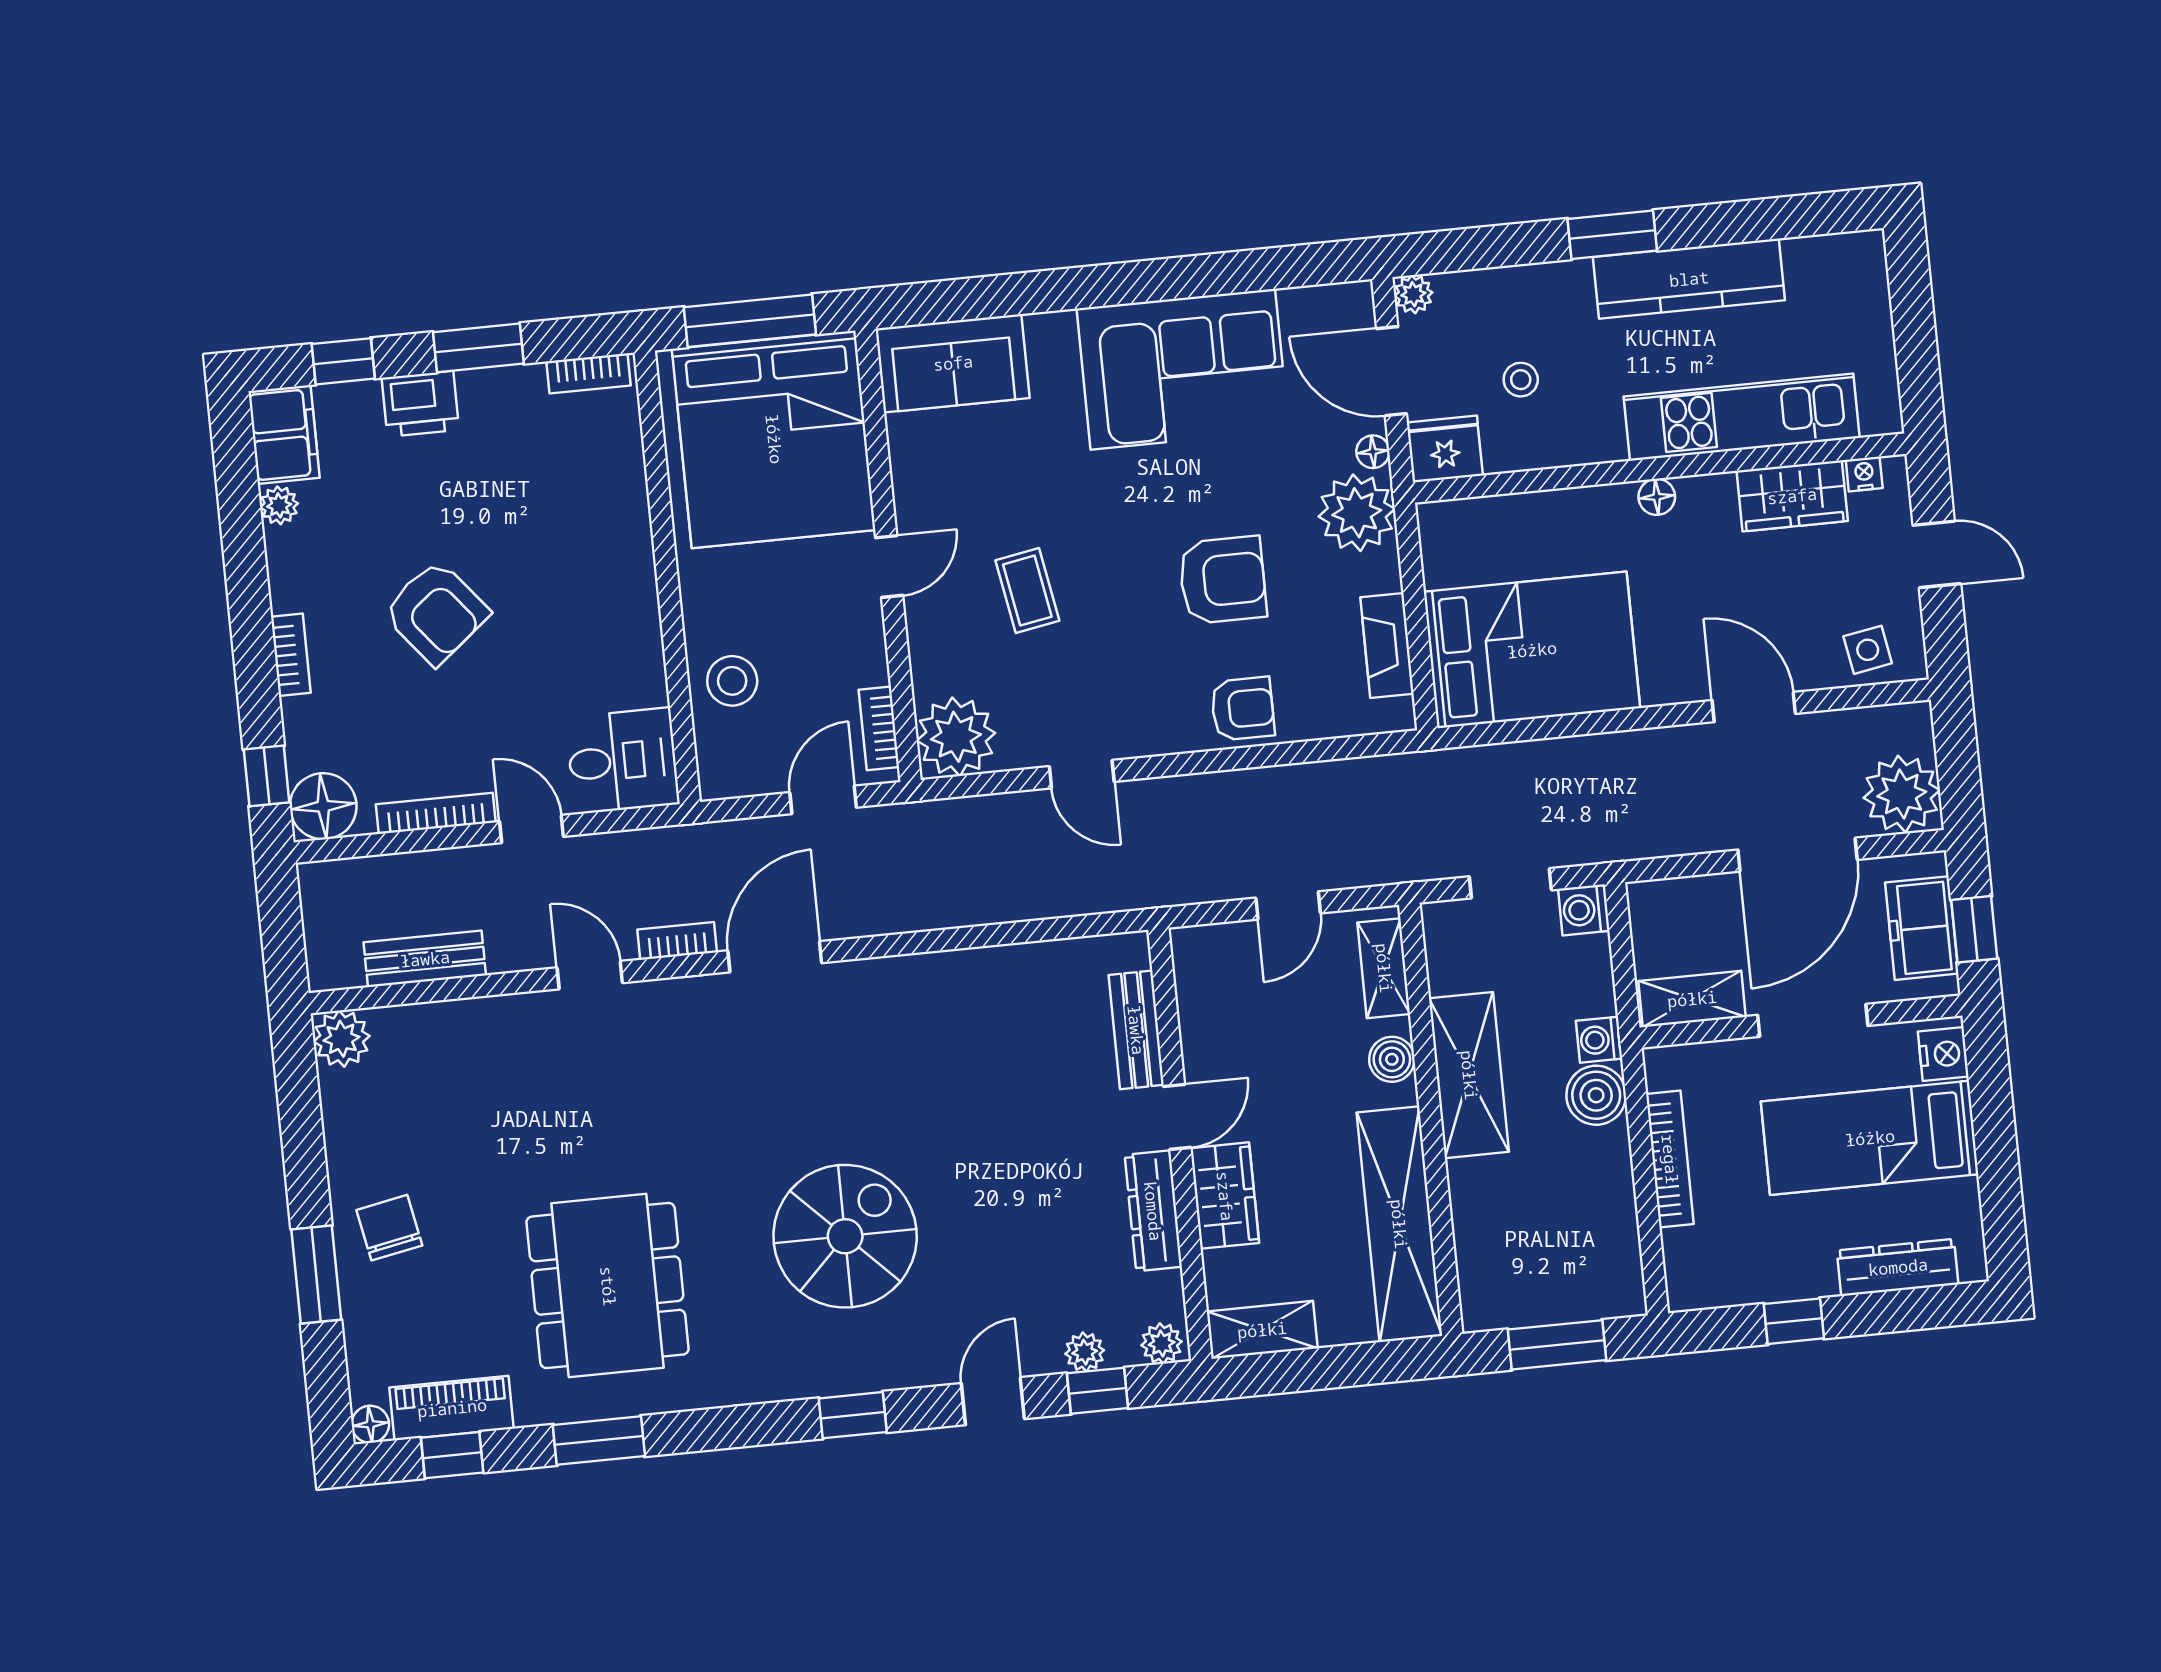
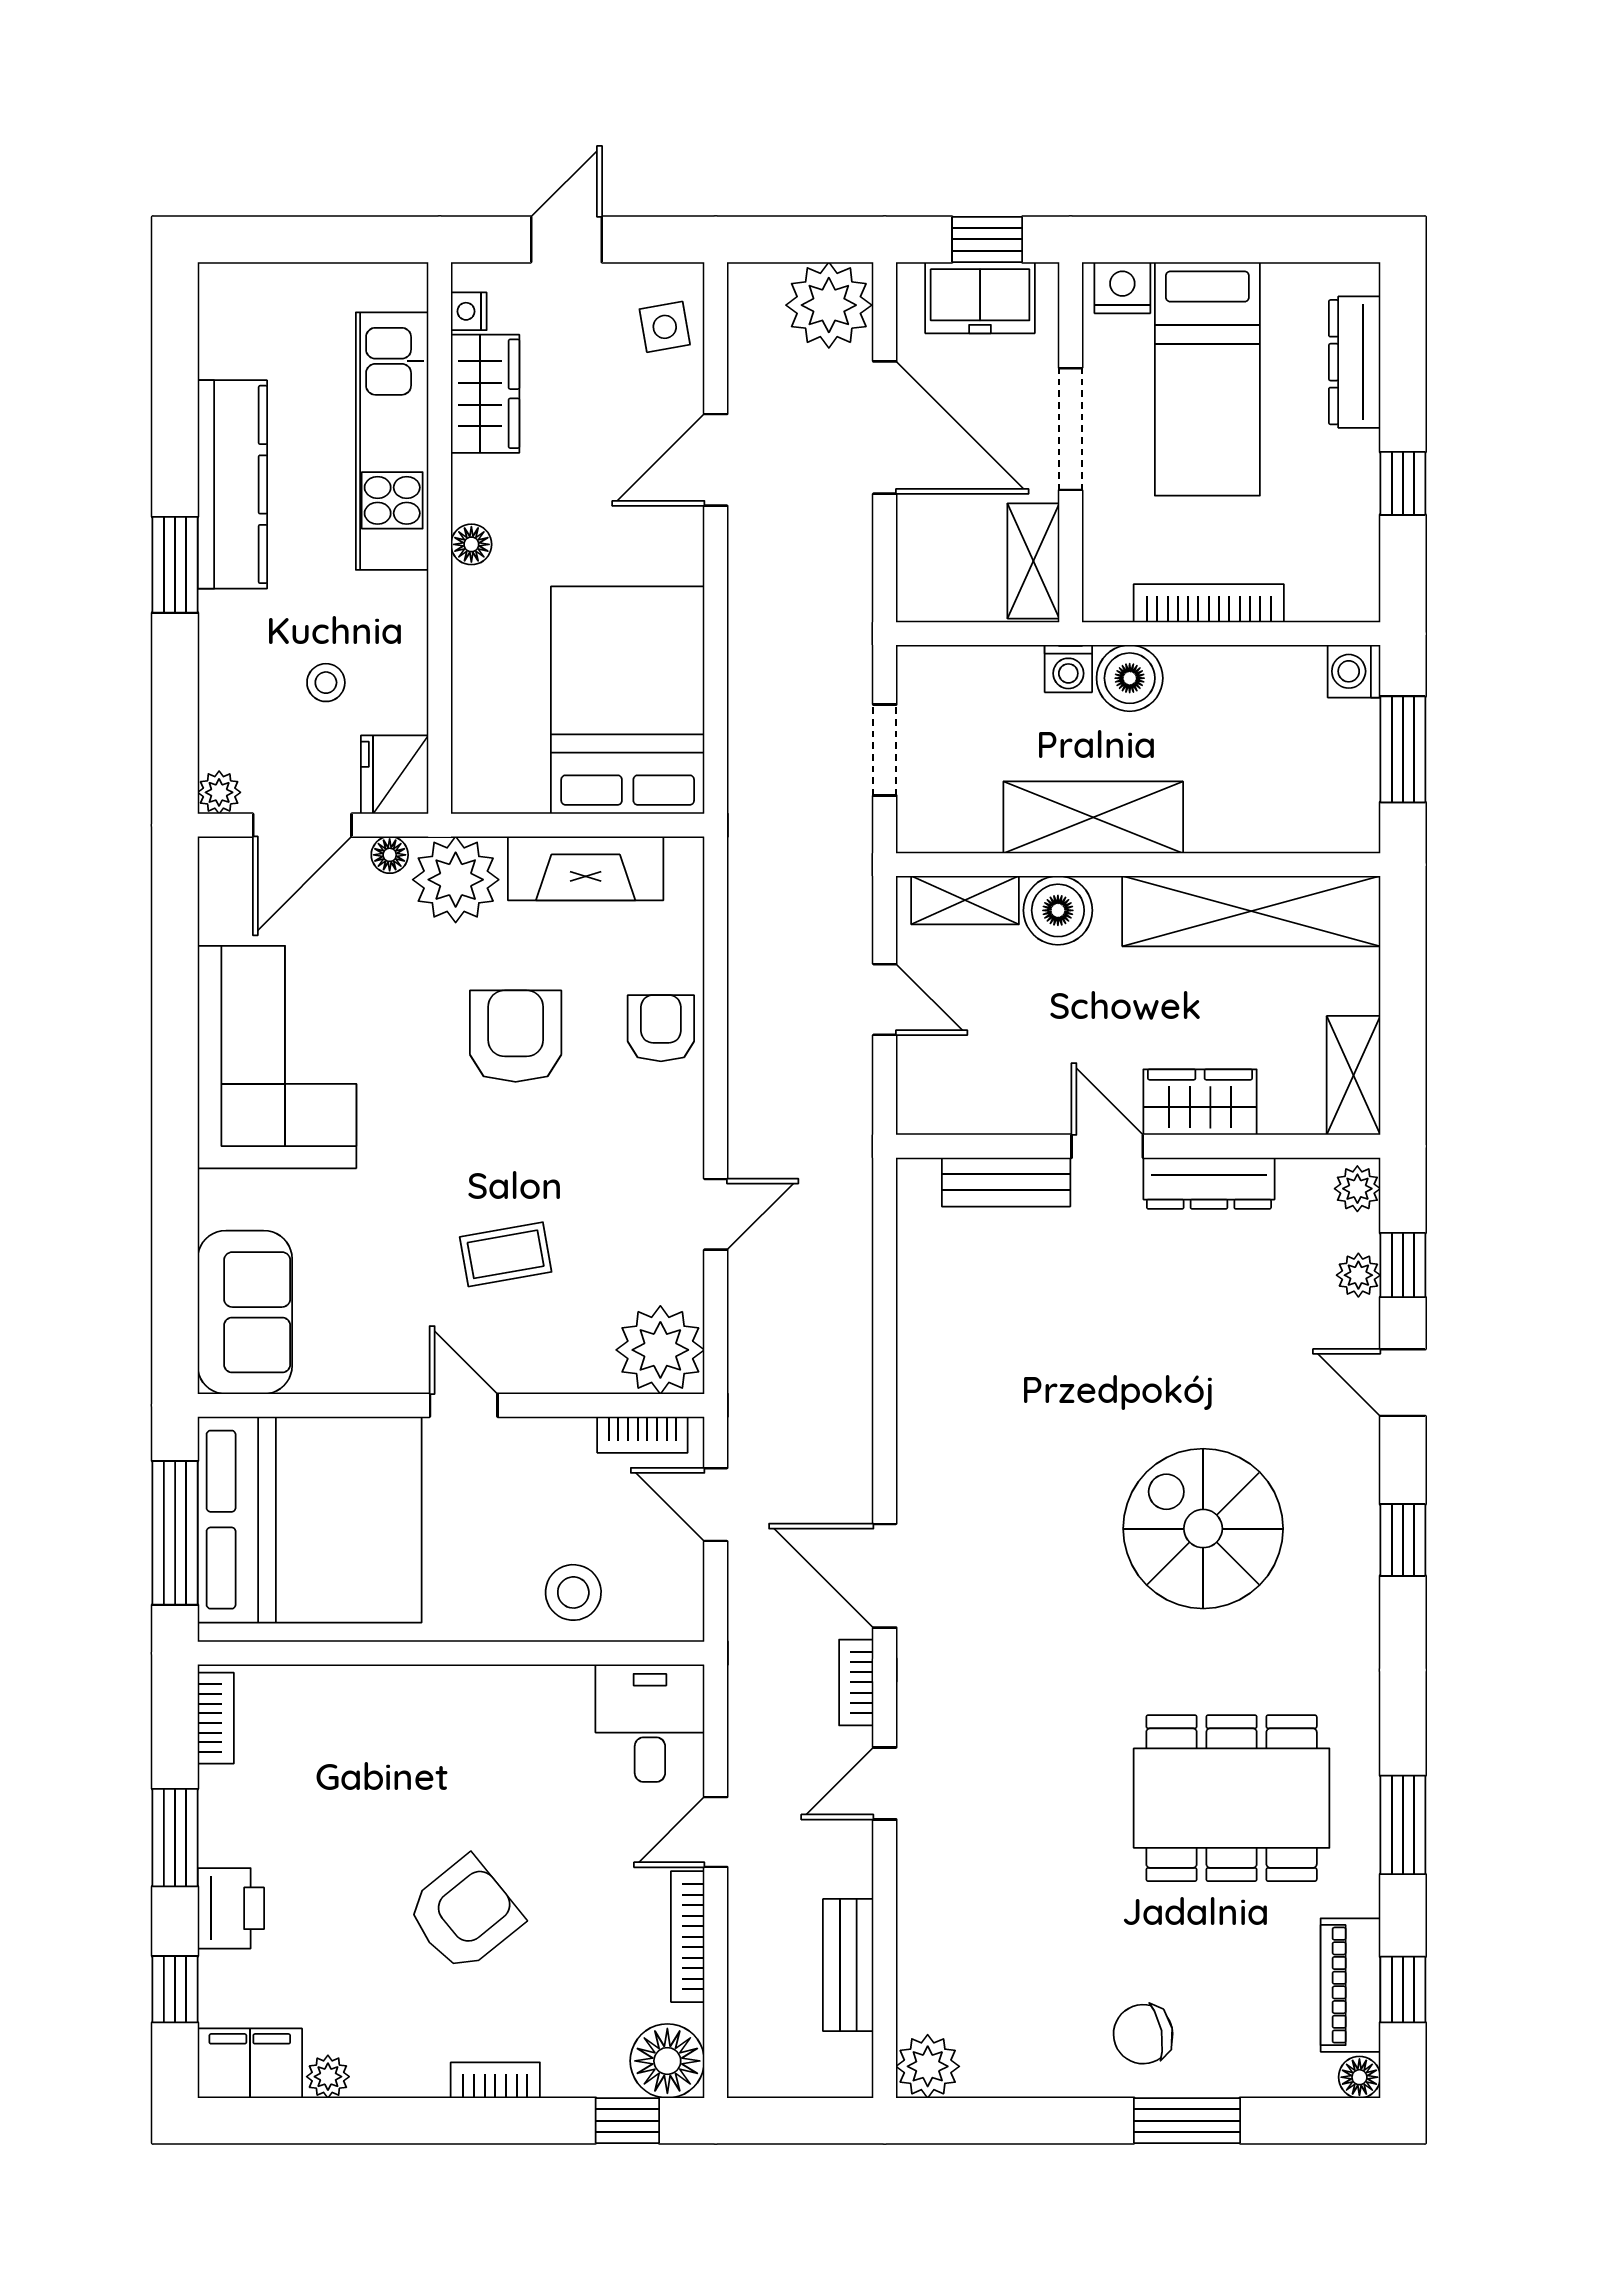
fireplace: (1387, 645) -> (586, 868), width x1.37, depth x1.32
washing machine: (1584, 910) -> (1354, 671), moved, turned 90
boiler: (1392, 1059) -> (1058, 910), width x1.36, depth x1.36

